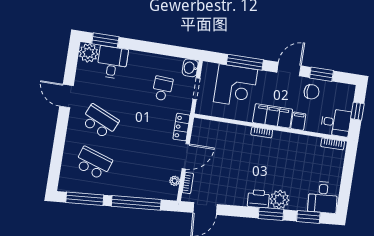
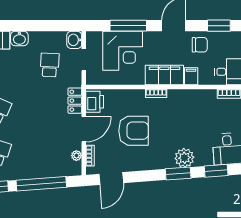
washbasin: (137, 58) -> (19, 38), added
window: (321, 74) -> (219, 26), moved
armchair: (234, 165) -> (134, 131), added
printer: (258, 199) -> (95, 102), moved, turned 94

